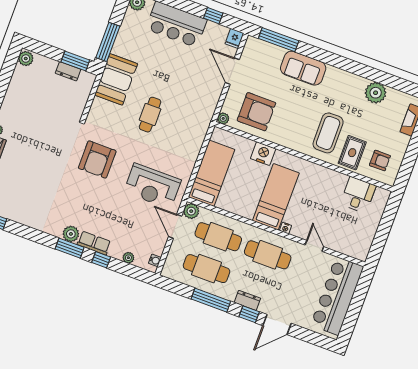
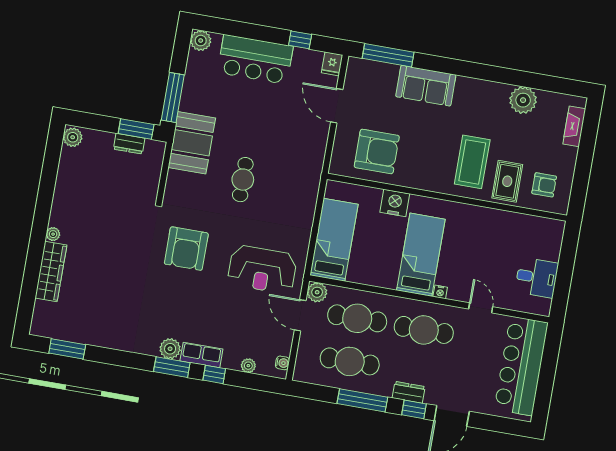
plant: (223, 118) -> (336, 168), removed
desk: (358, 195) -> (537, 278), moved, turned 90

